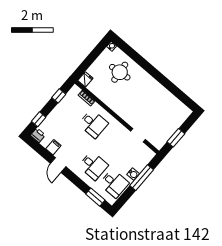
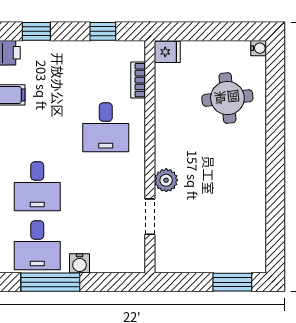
plant: (130, 119) -> (166, 180), added
window: (176, 138) -> (232, 282), moved
window: (142, 178) -> (50, 282), moved

